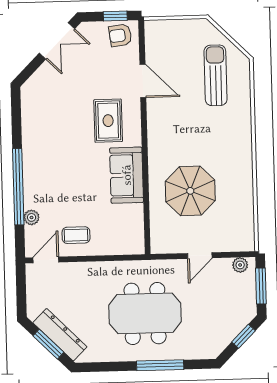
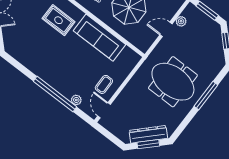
sofa: (127, 175) -> (100, 38), width x1.36
door: (200, 256) -> (166, 29), swing flipped
plant: (240, 265) -> (181, 21), moved
meeting table: (145, 313) -> (173, 82), turned 90

